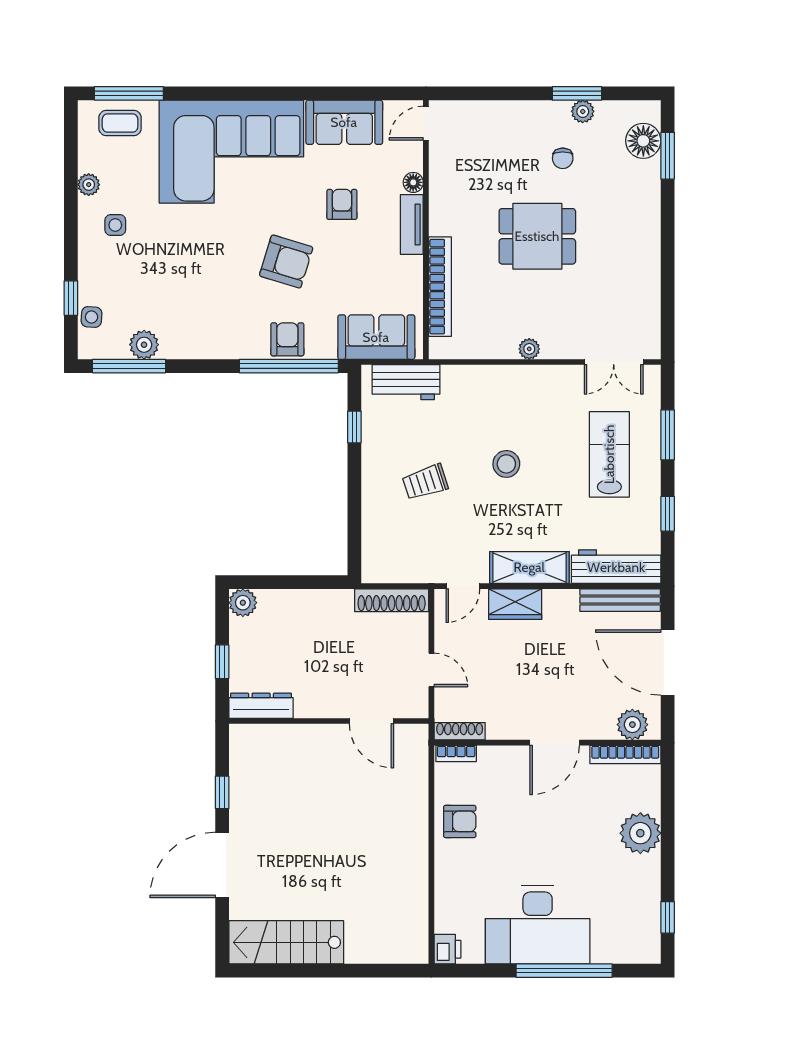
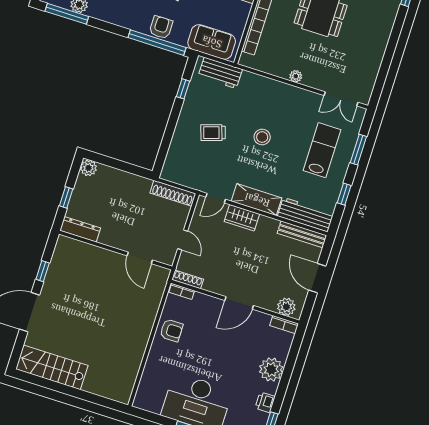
door: (668, 662) -> (317, 278), width x0.73
bookcase: (625, 754) -> (284, 325), width x0.64
printer: (447, 949) -> (265, 402), moved, turned 180

